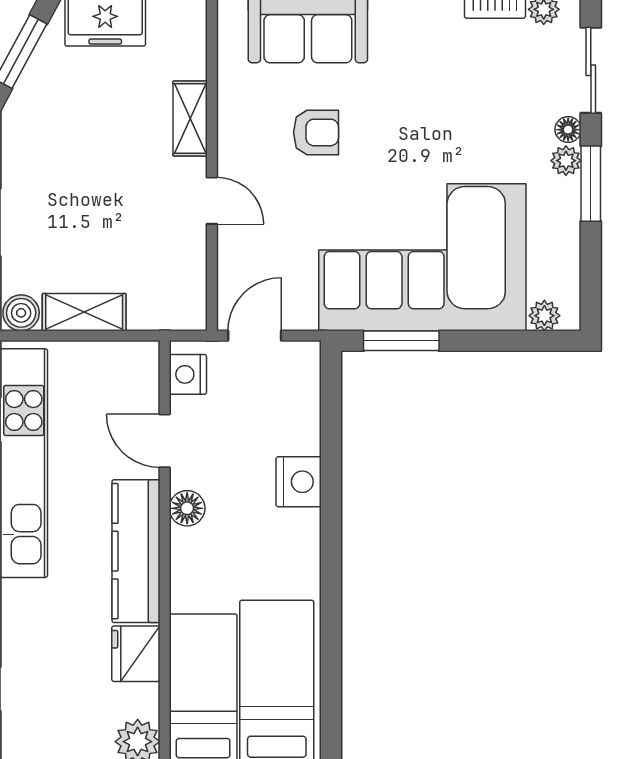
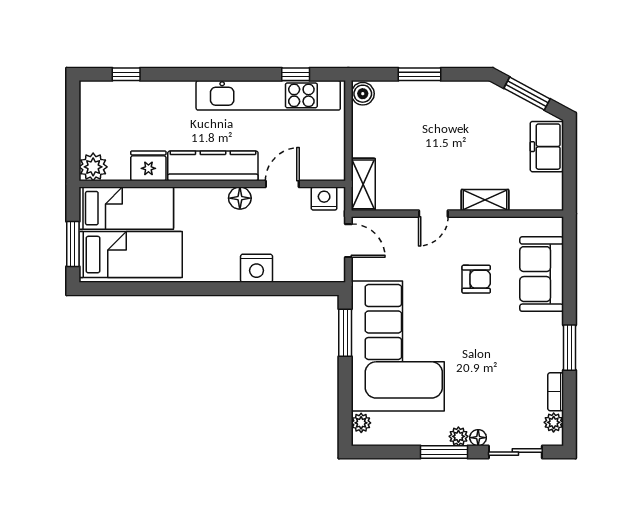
armchair: (316, 132) -> (476, 279), turned -90
shelving: (84, 312) -> (363, 184), moved

